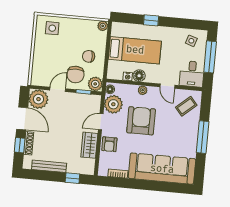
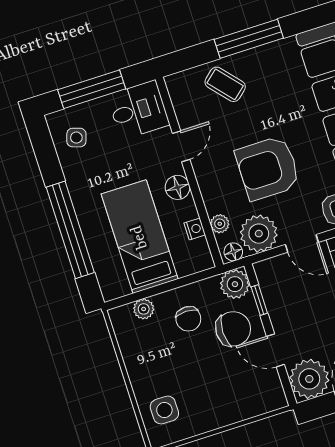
window: (151, 20) -> (70, 230), width x3.17
plant: (103, 26) -> (144, 309), moved
floor lamp: (139, 76) -> (178, 187), moved
plant: (143, 90) -> (220, 224), moved
coffee table: (186, 106) -> (225, 84), moved

